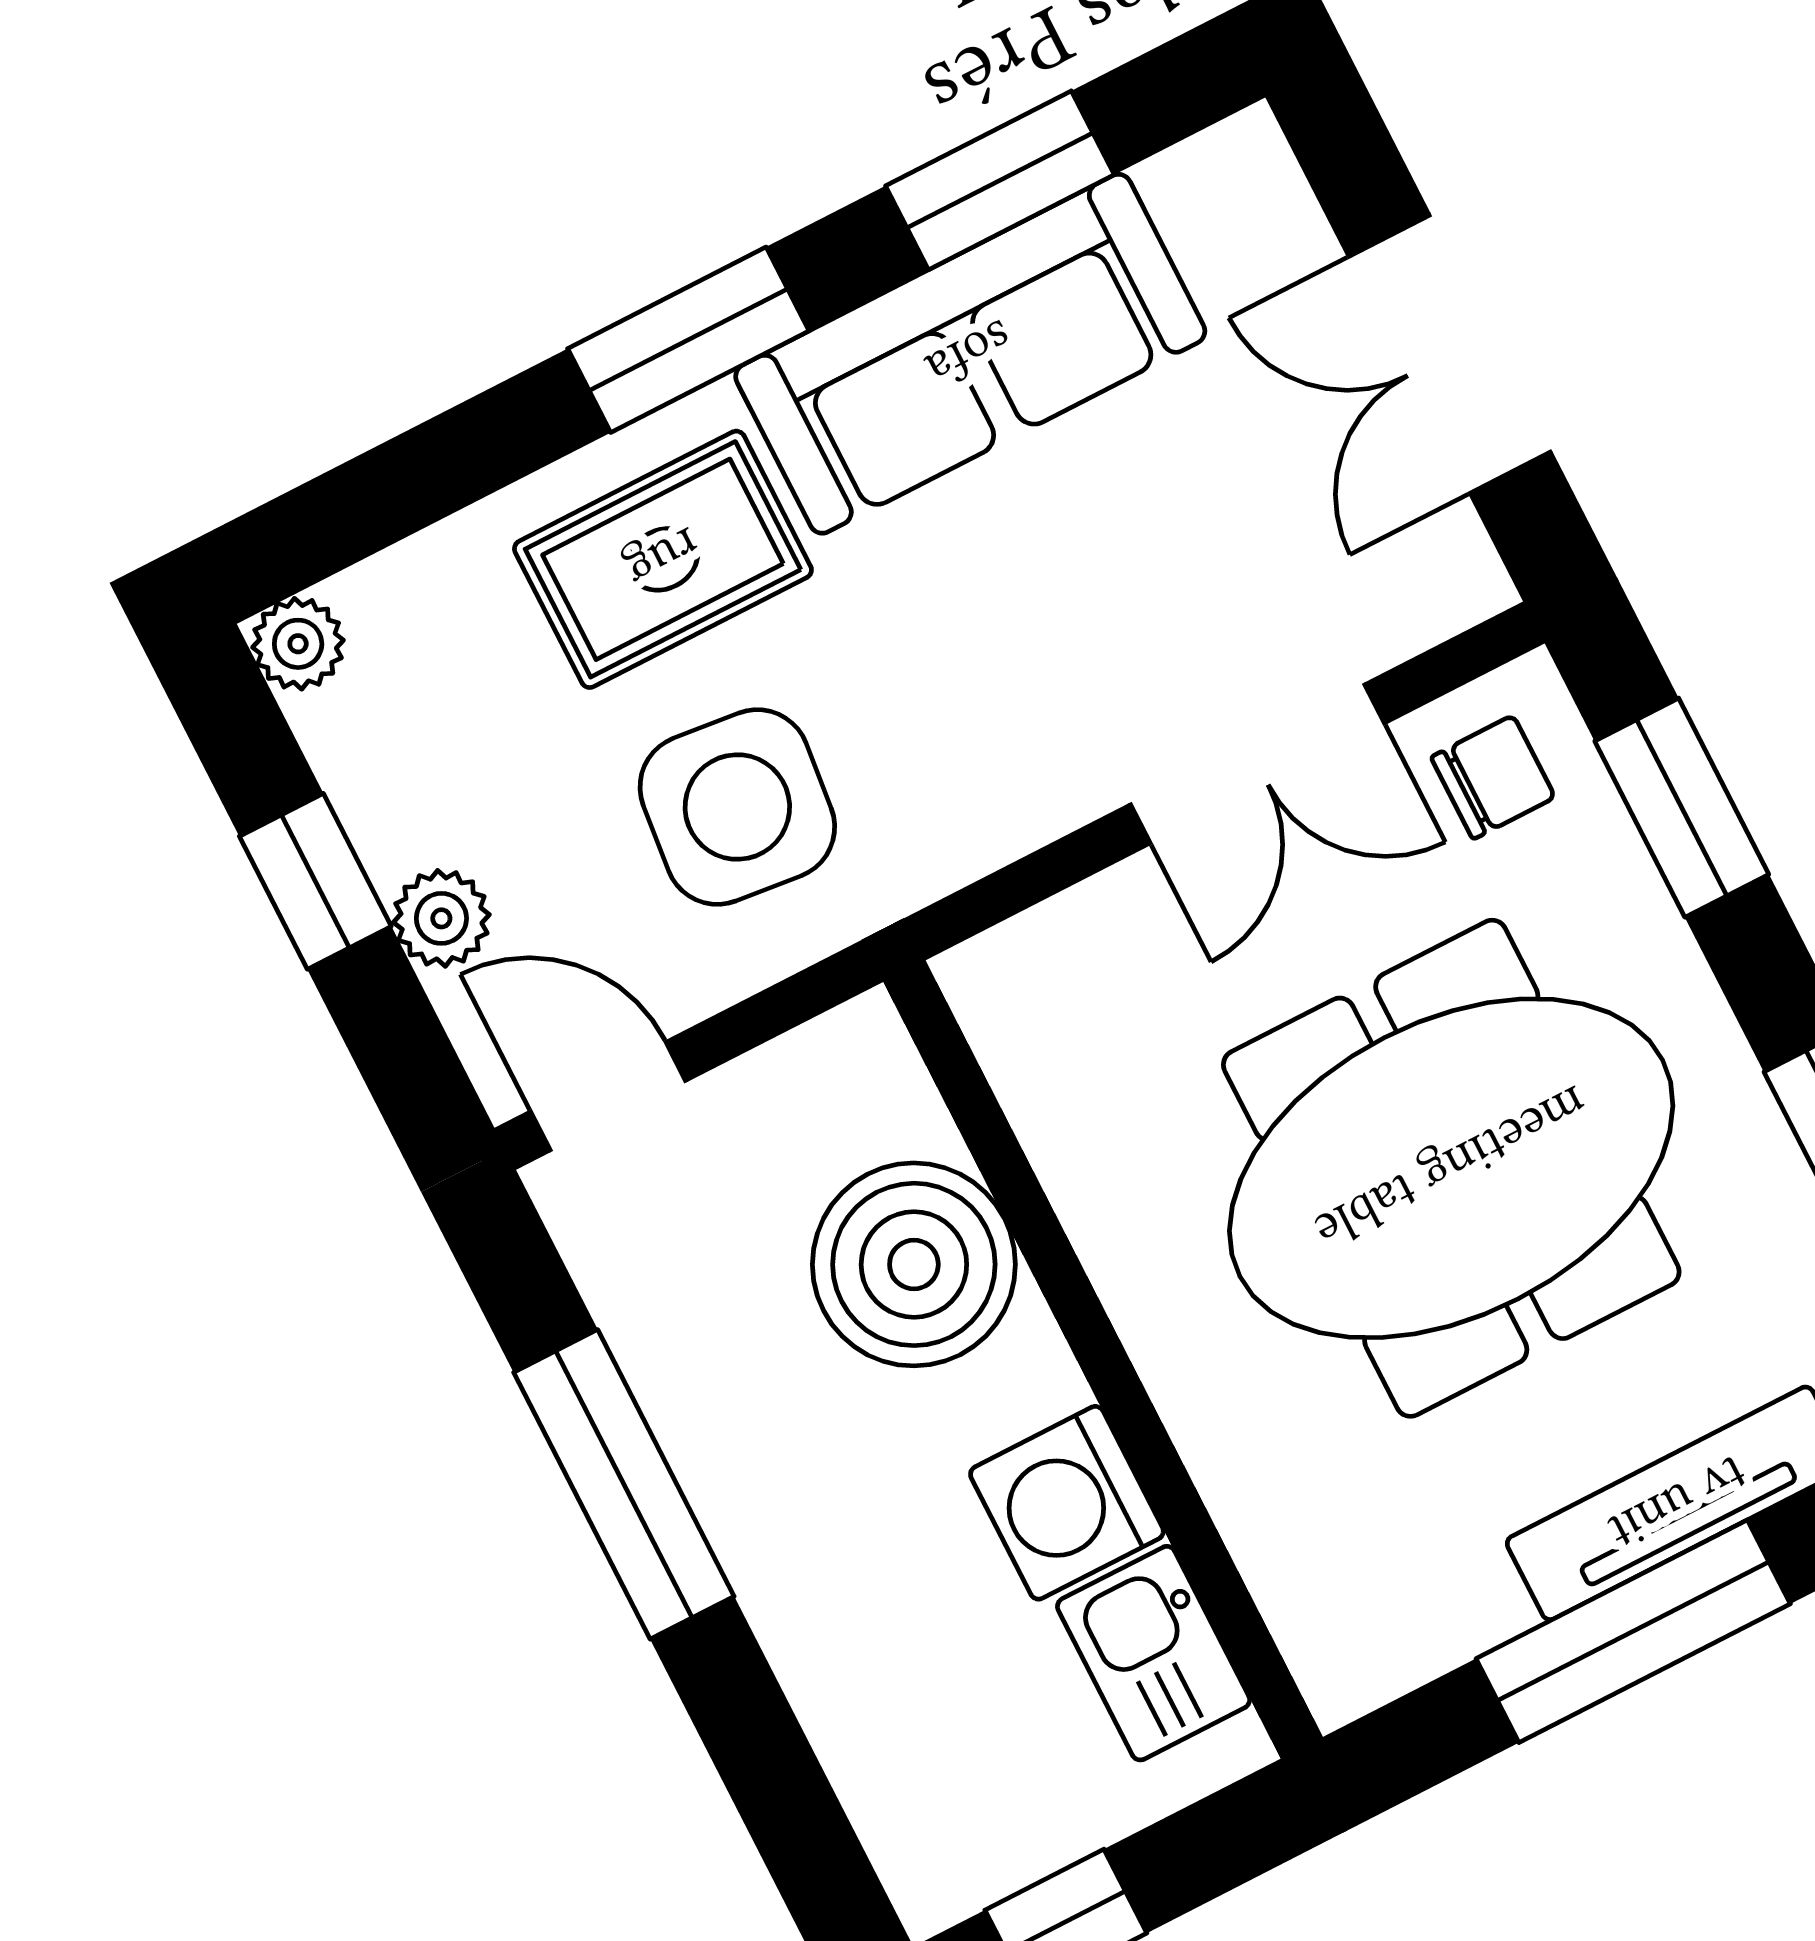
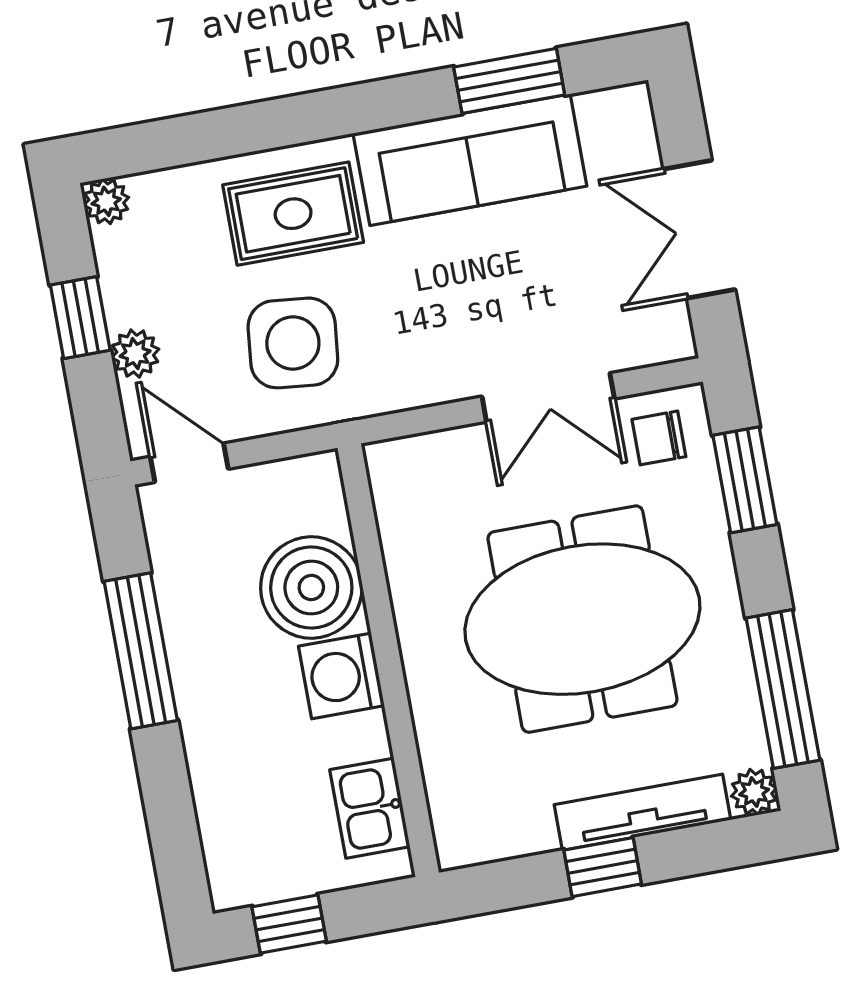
window: (688, 340) -> (337, 112), removed
chair: (1493, 777) -> (659, 438), turned 180
washing machine: (1067, 1503) -> (341, 676), moved
window: (1633, 1631) -> (603, 867), width x0.46

